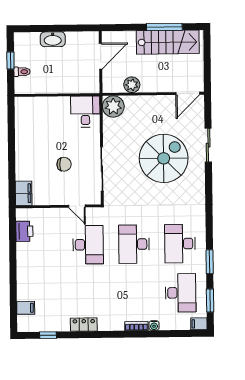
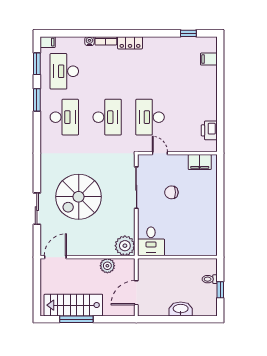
filing cabinet: (24, 193) -> (200, 162), moved, turned -90
locker: (84, 325) -> (130, 43), moved

